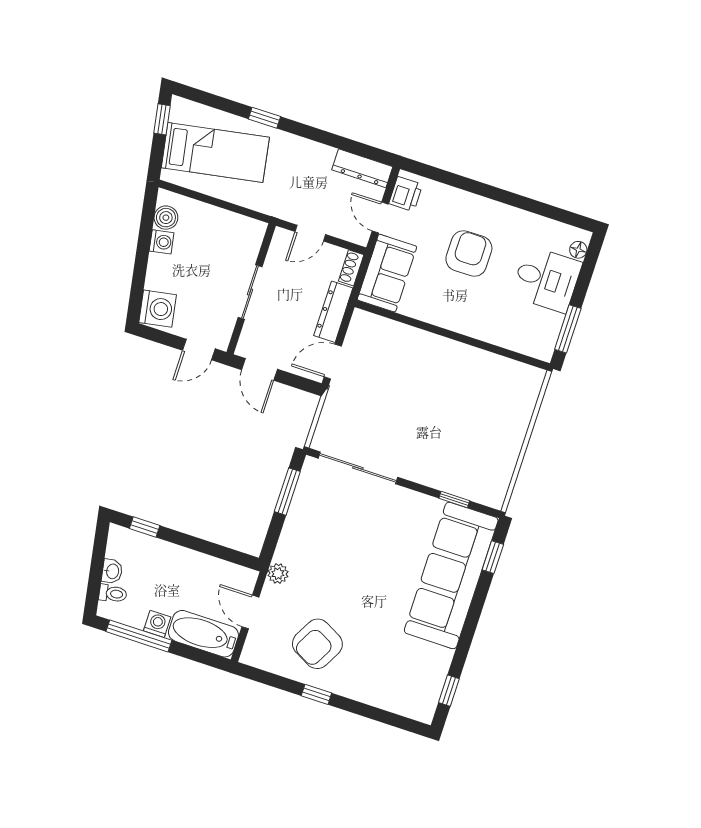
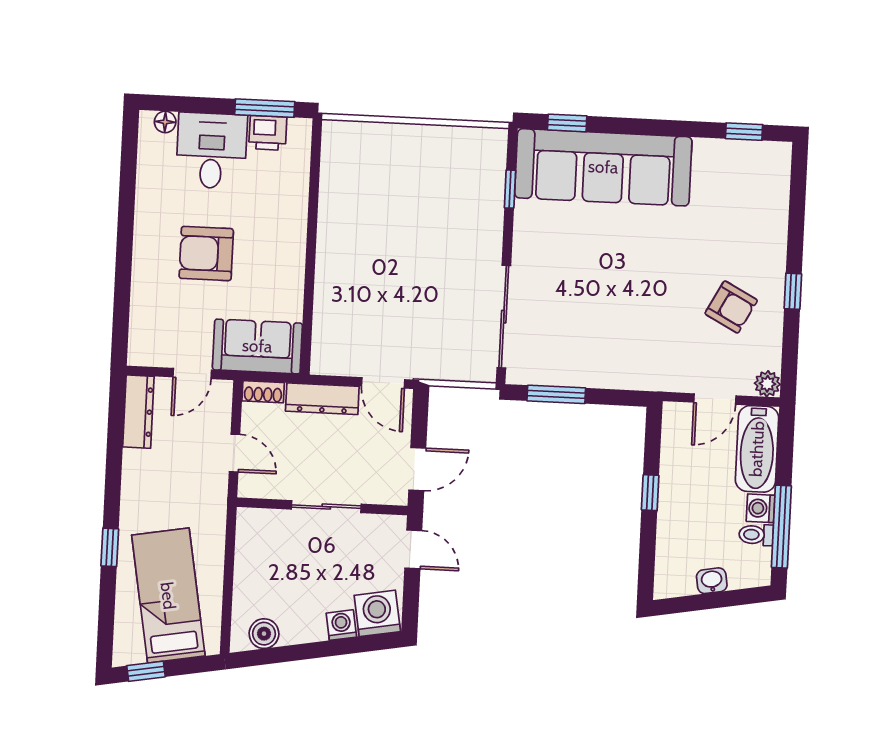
printer: (406, 194) -> (268, 133), moved, turned 180
washing machine: (162, 242) -> (341, 625), moved
window: (145, 527) -> (650, 493), moved
plant: (278, 574) -> (767, 384), moved
toilet: (113, 594) -> (756, 535), moved, turned -80
armchair: (317, 644) -> (731, 307), width x0.72, depth x0.72

